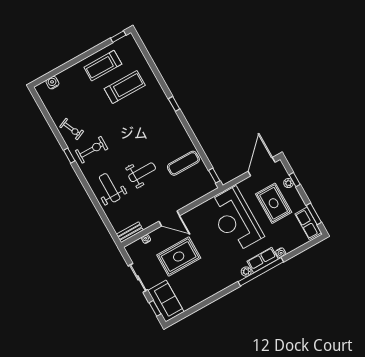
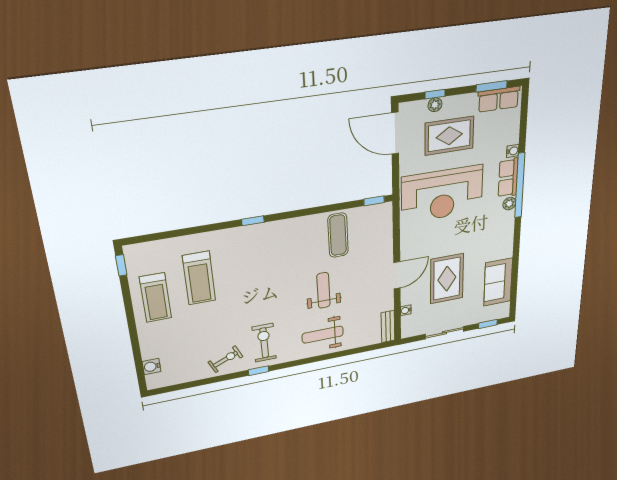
treadmill: (125, 87) -> (199, 278), turned 180
sofa: (166, 301) -> (498, 282), moved, turned -90

